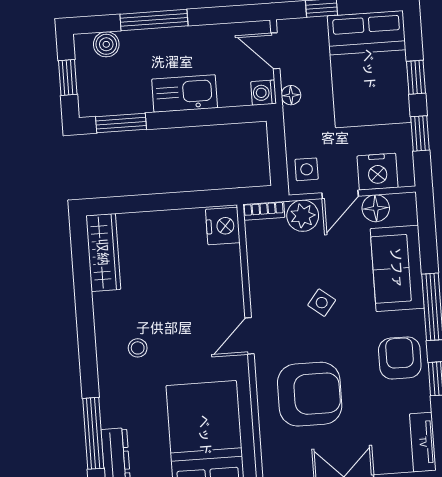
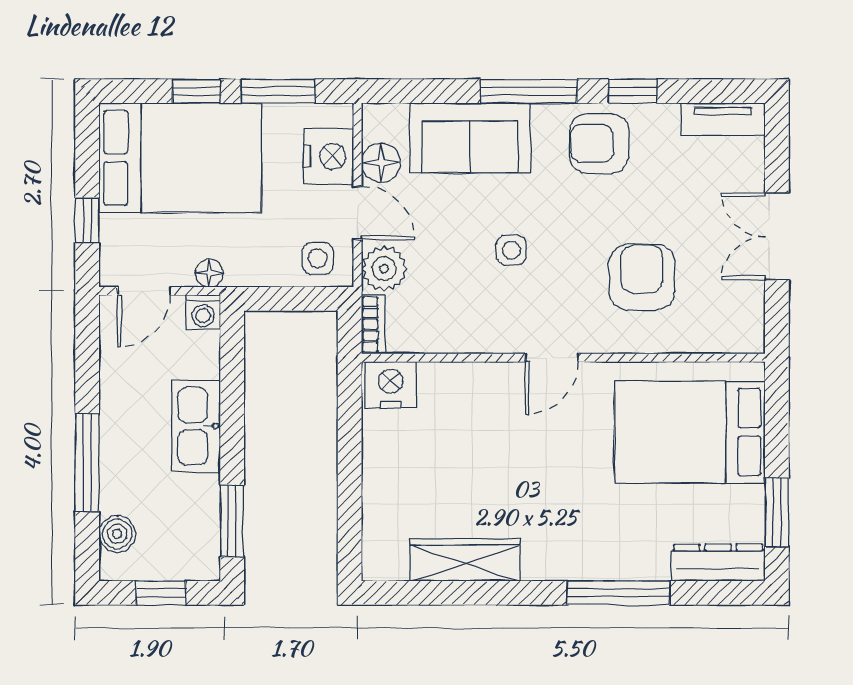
window: (420, 133) -> (278, 91), width x1.50
wardrobe: (103, 252) -> (465, 560), moved
side table: (322, 303) -> (511, 250), turned -38
door: (249, 336) -> (552, 358), hinge flipped
stool: (138, 348) -> (558, 520), removed
armchair: (310, 394) -> (642, 277), width x0.73, depth x0.73
window: (93, 433) -> (618, 593), moved

